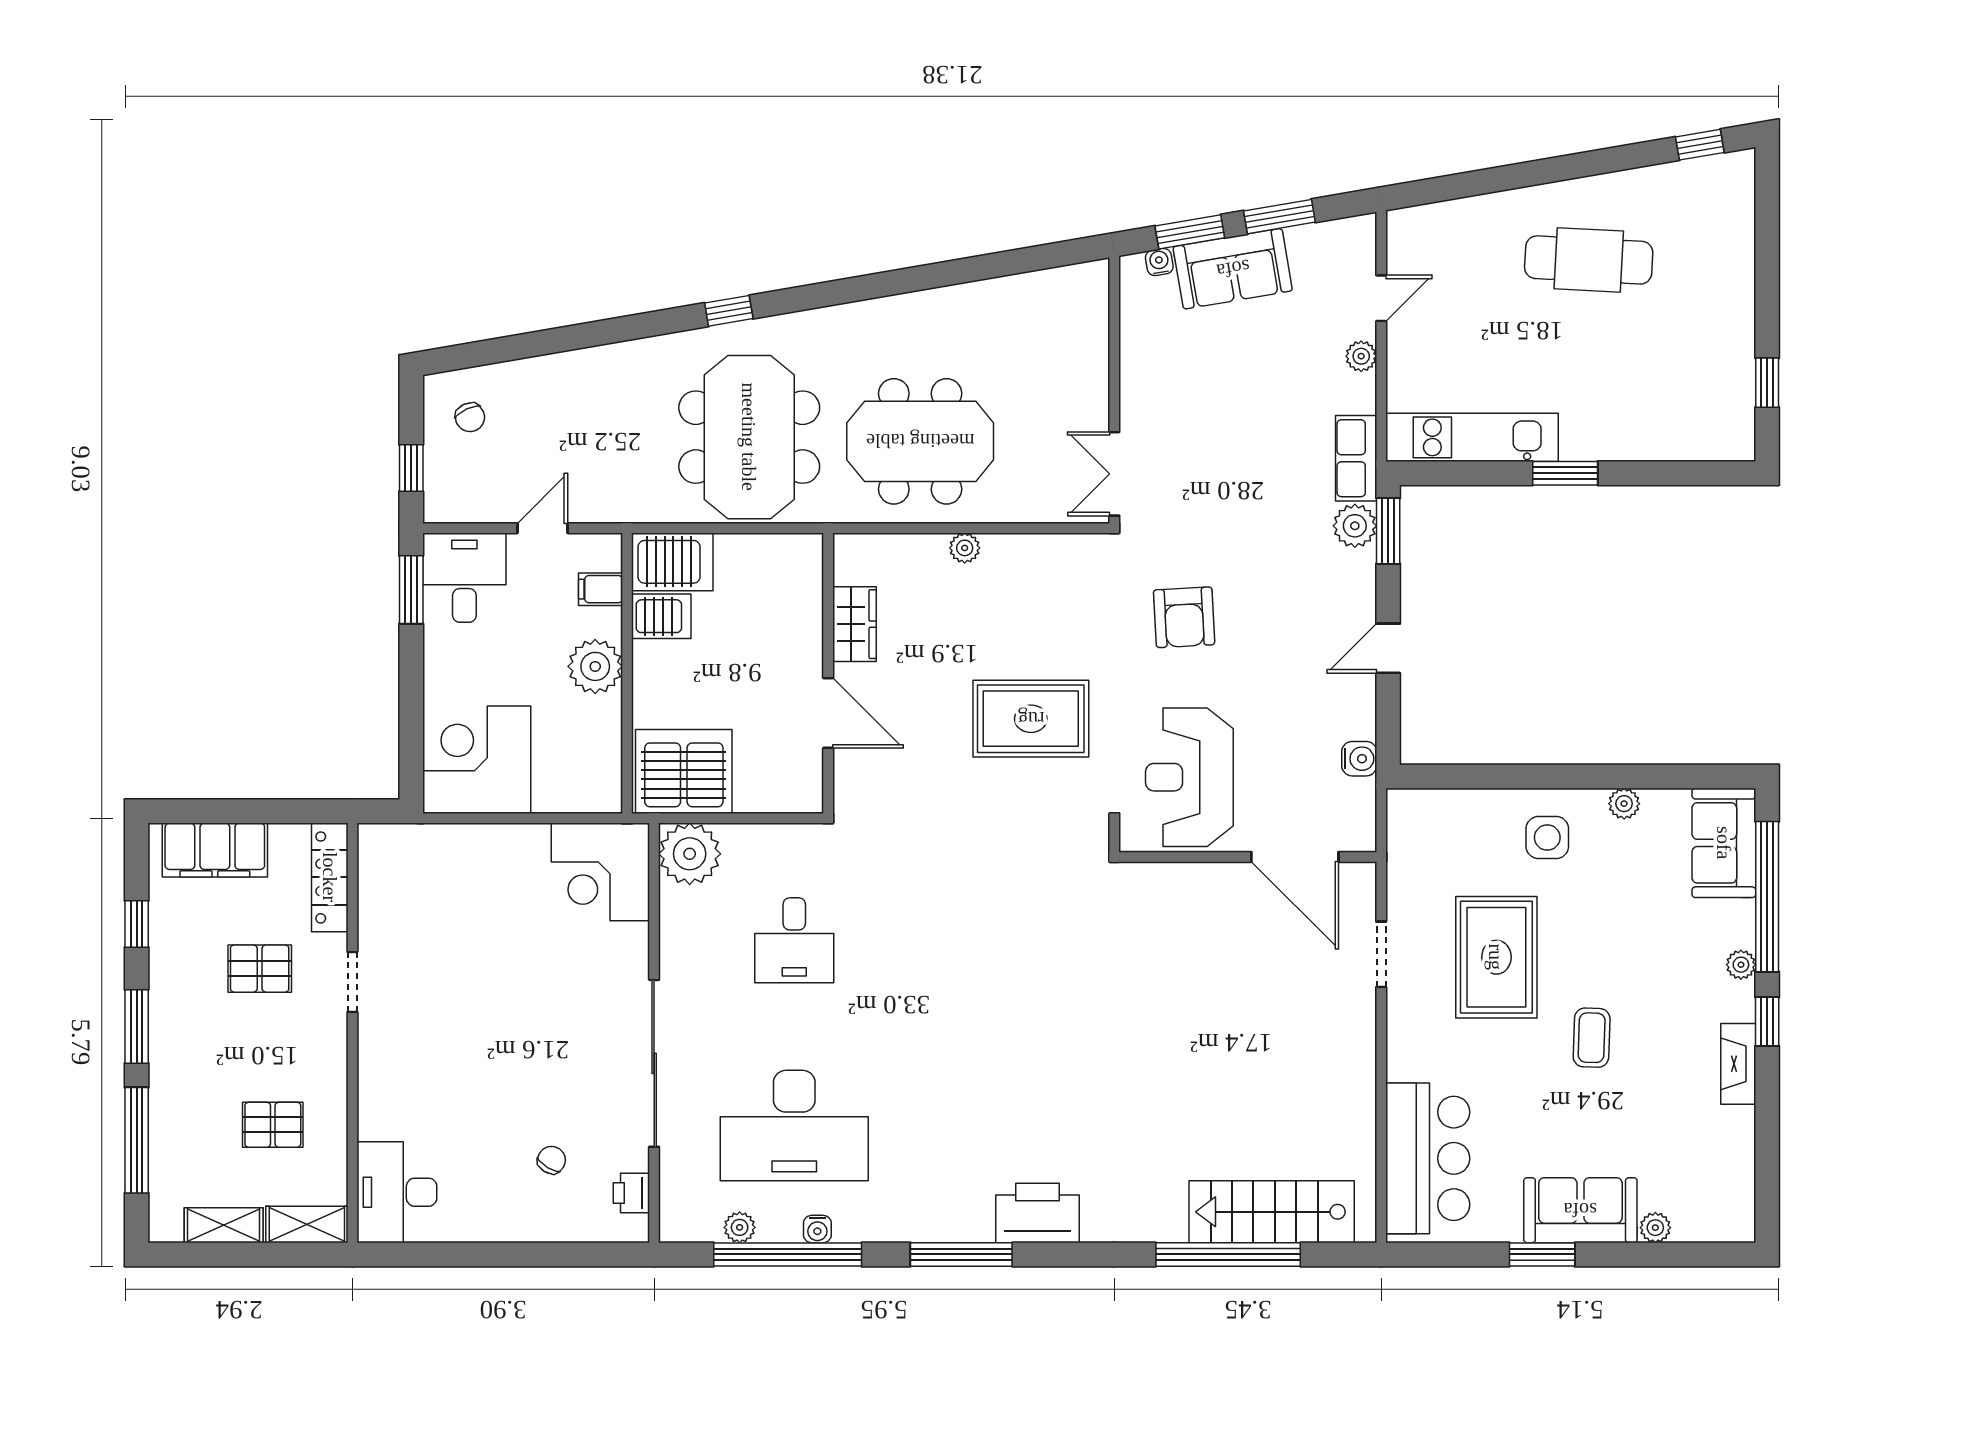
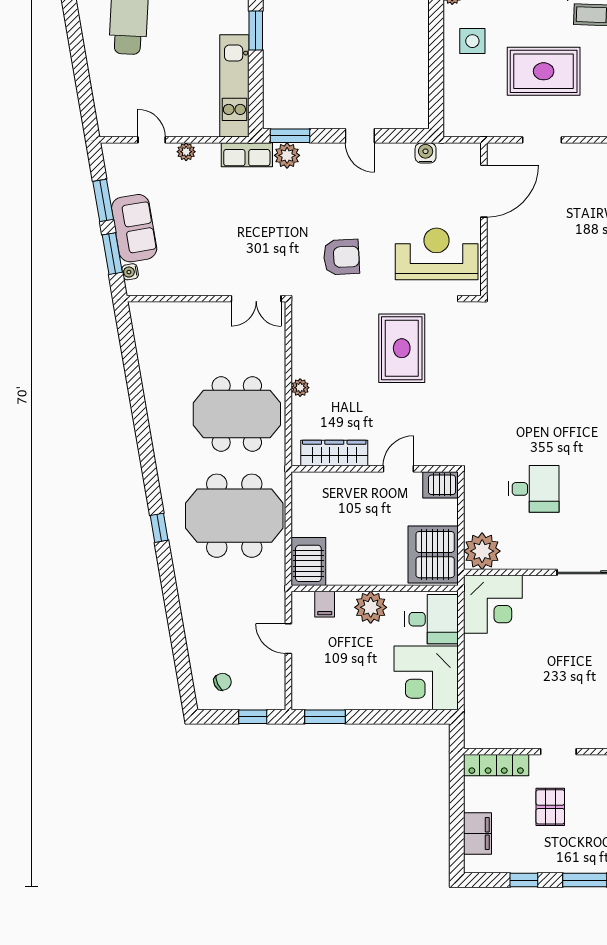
meeting table: (920, 441) -> (237, 414), turned 90
desk: (464, 578) -> (432, 619), moved, turned 180
server rack: (661, 616) -> (441, 485), moved, turned -90
wardrobe: (854, 624) -> (334, 453), width x1.50
door: (828, 713) -> (398, 469), width x0.73
reception desk: (1189, 777) -> (437, 254), turned 180
filing cabinet: (215, 850) -> (478, 833), width x0.67, depth x0.86

